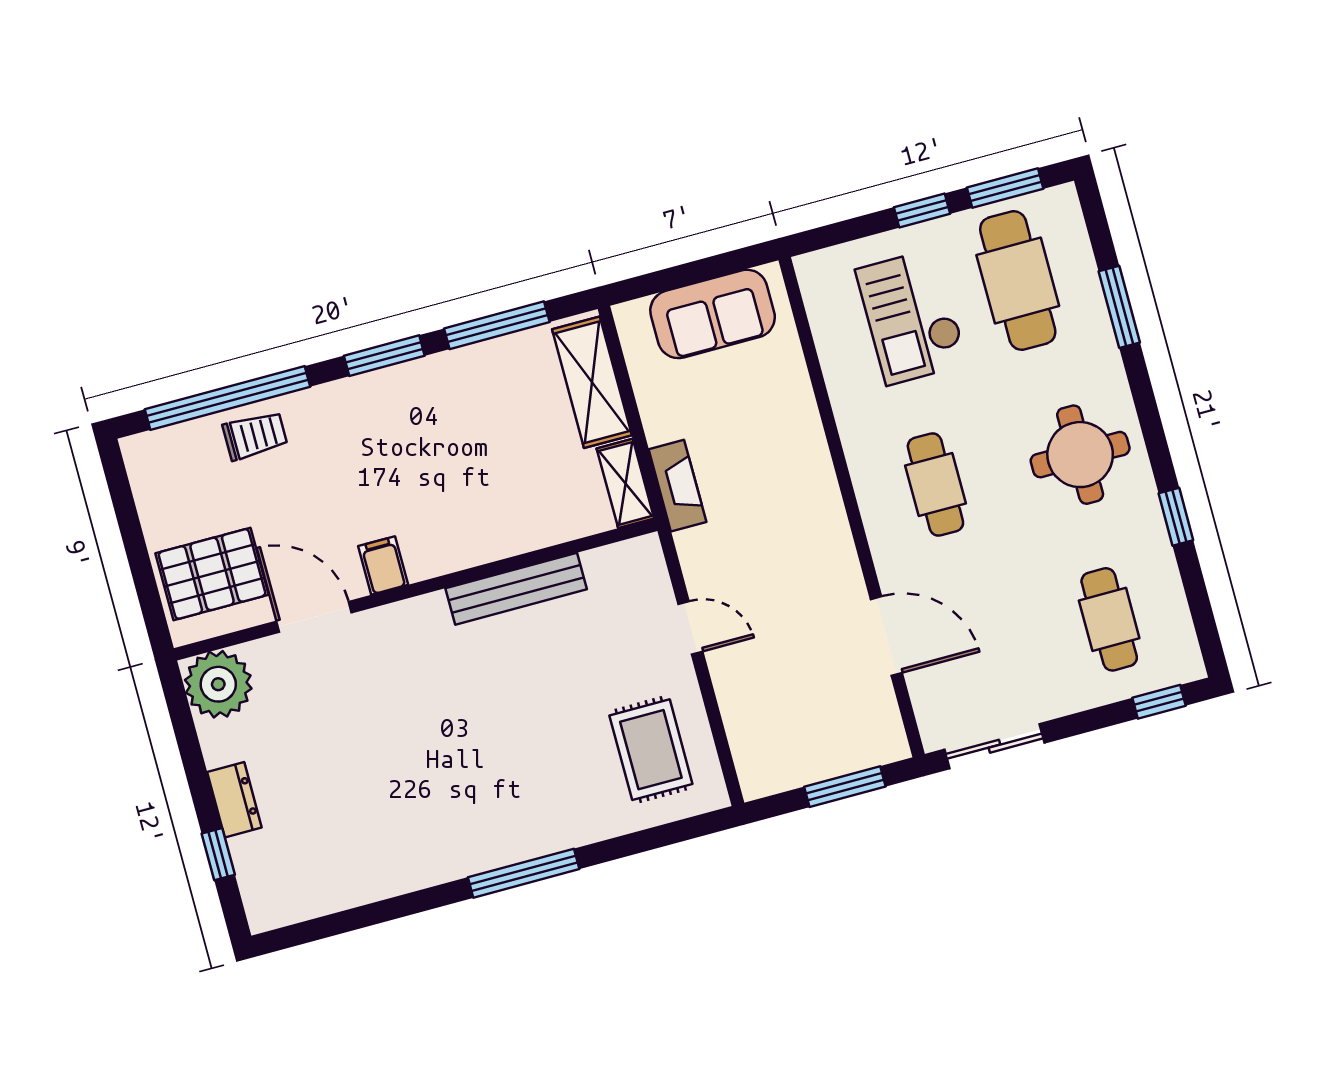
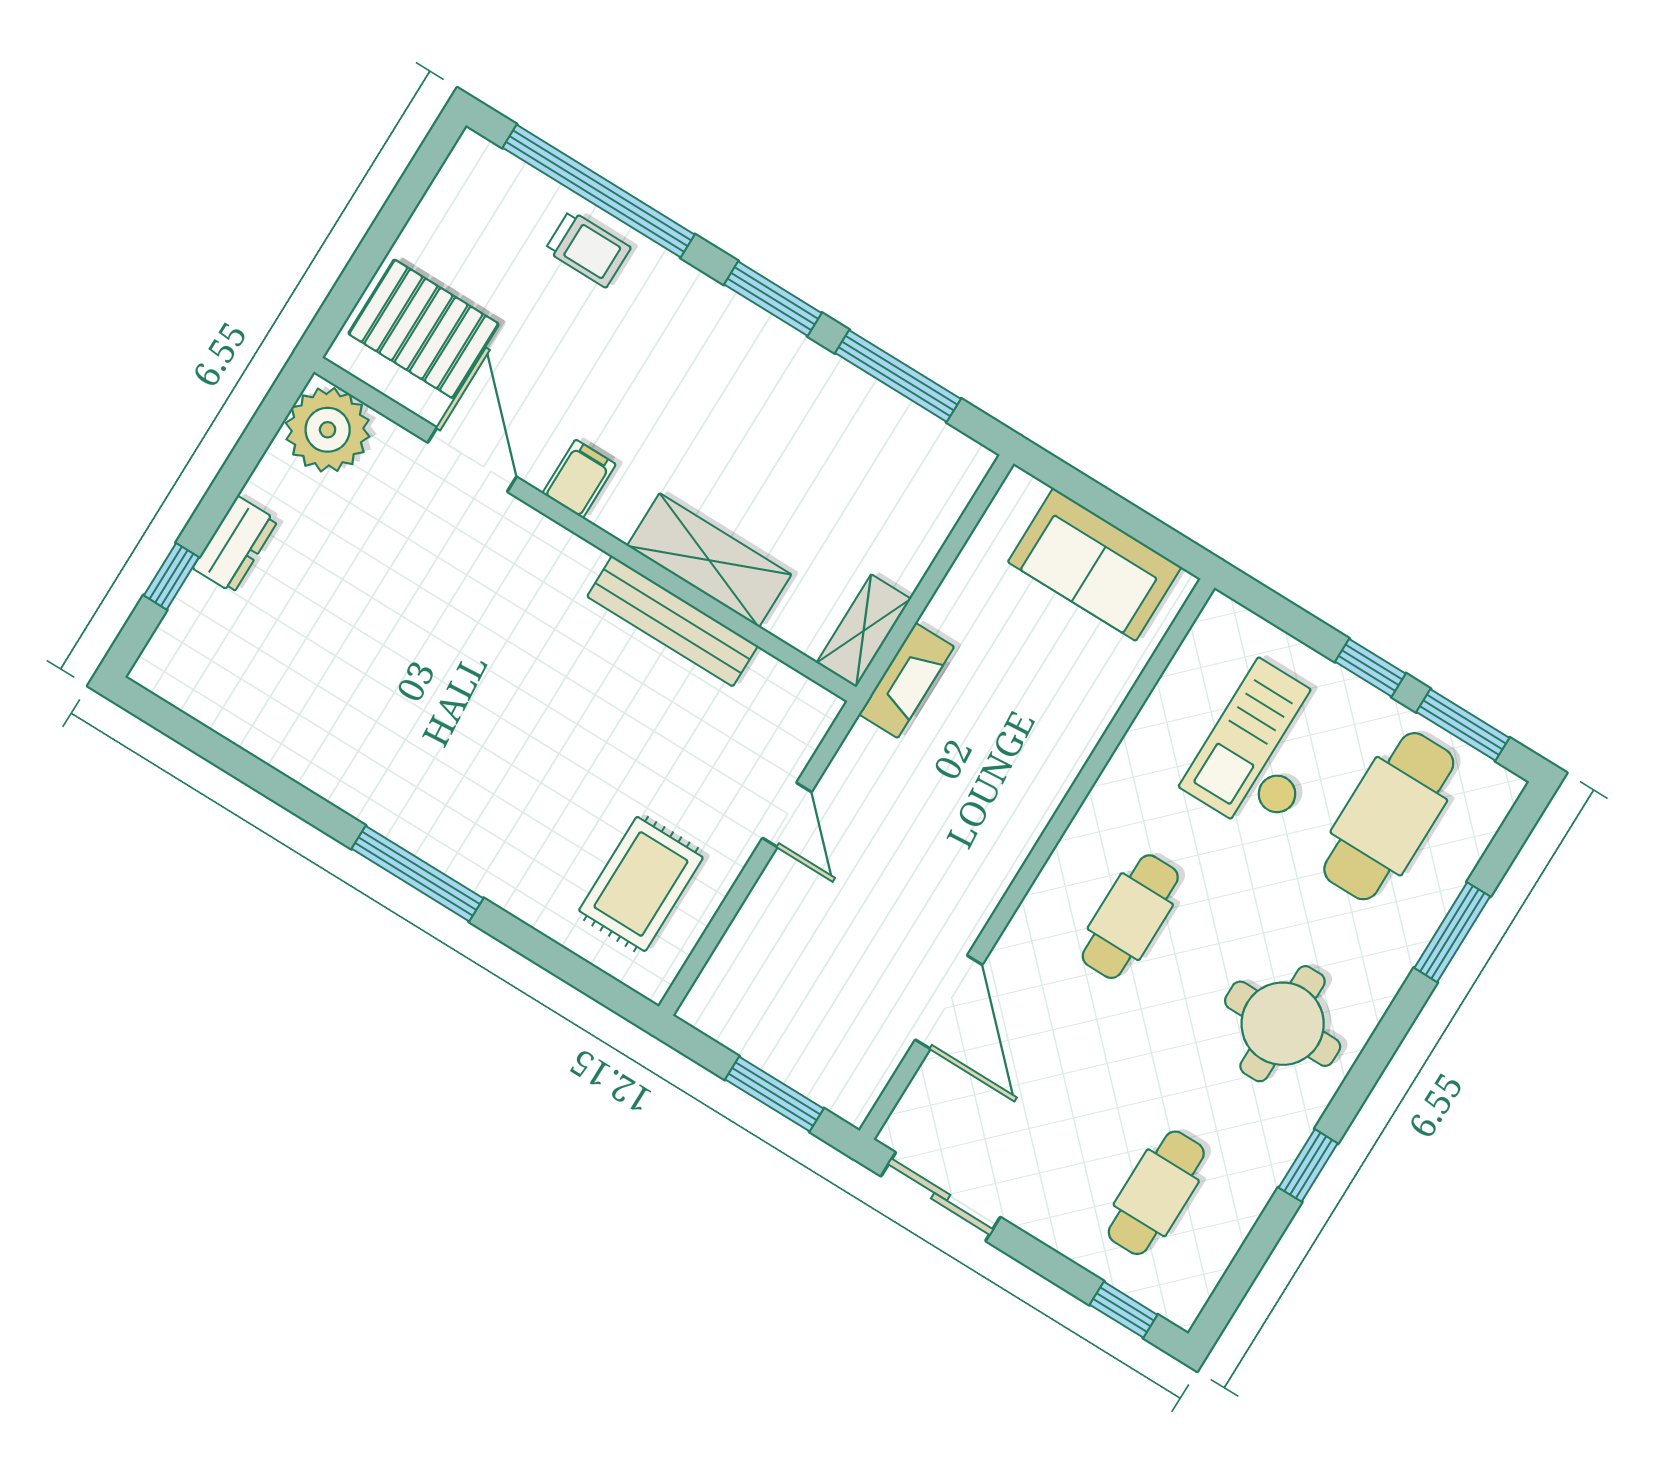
shelving: (592, 382) -> (709, 560), moved, turned 90

